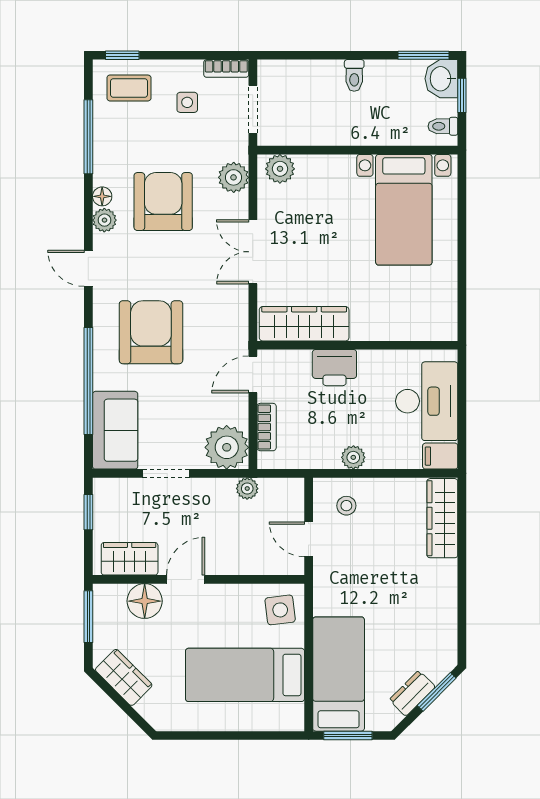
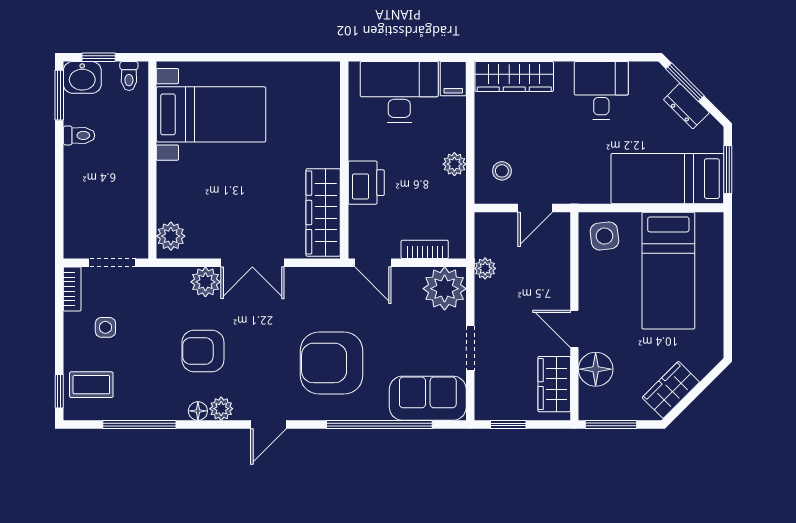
toilet: (354, 75) -> (79, 135), moved
coffee table: (129, 88) -> (91, 385), turned 90
plant: (234, 177) -> (205, 282), moved
armchair: (163, 202) -> (203, 351), width x0.73, depth x0.73
desk: (428, 607) -> (601, 90), added

